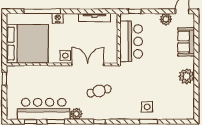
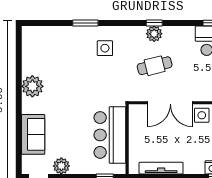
side table: (147, 107) -> (105, 48), moved
plant: (76, 114) -> (154, 34), moved

